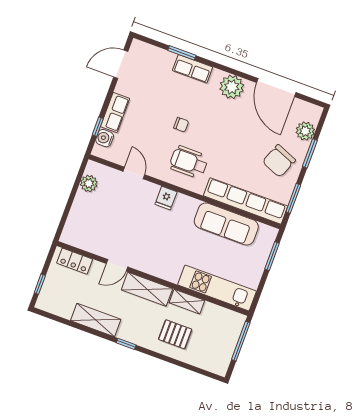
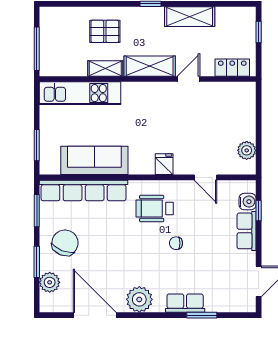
wheelchair: (189, 162) -> (155, 209), turned 180

